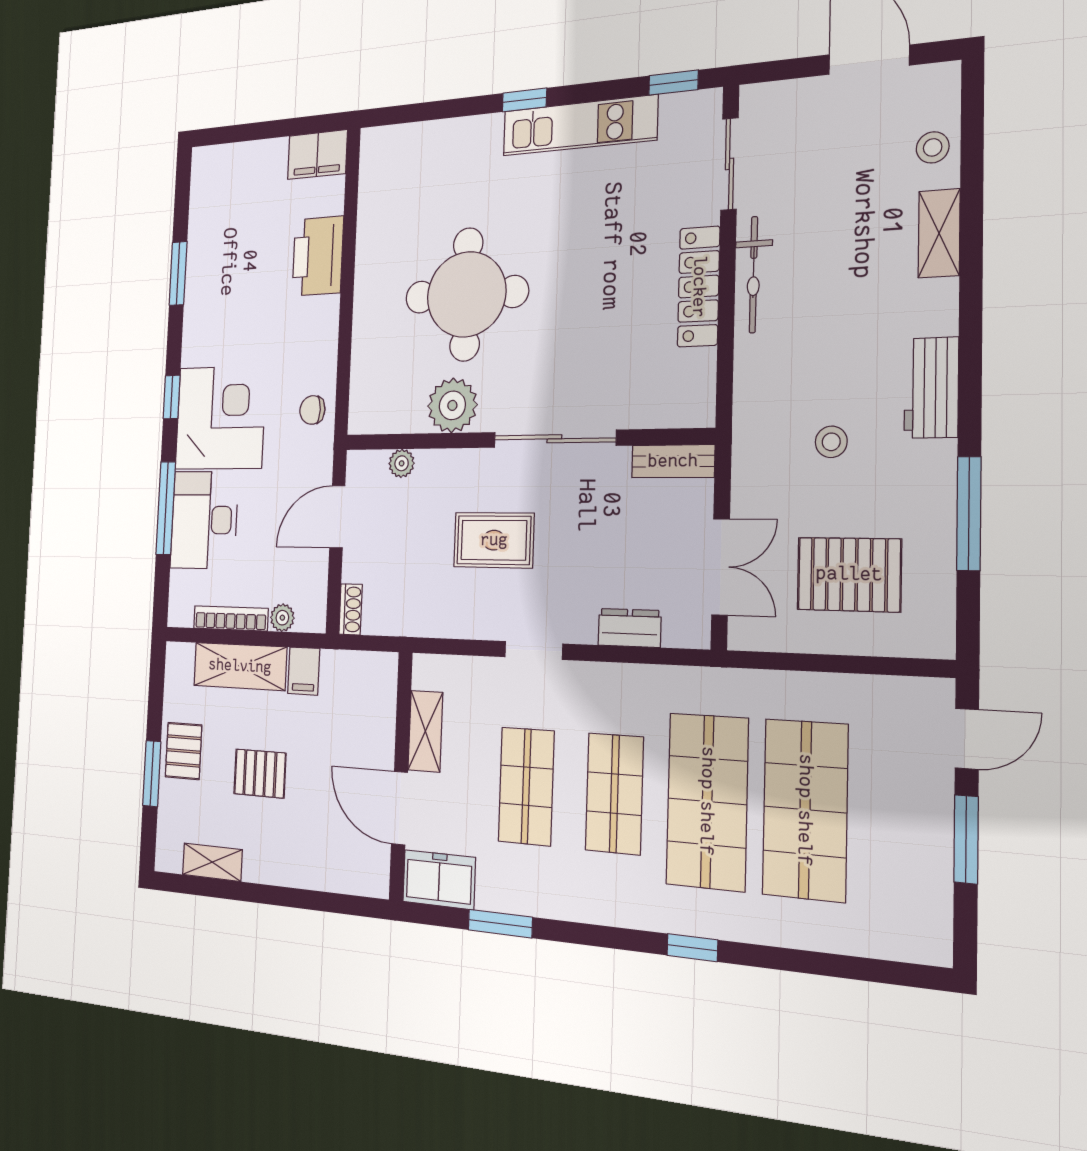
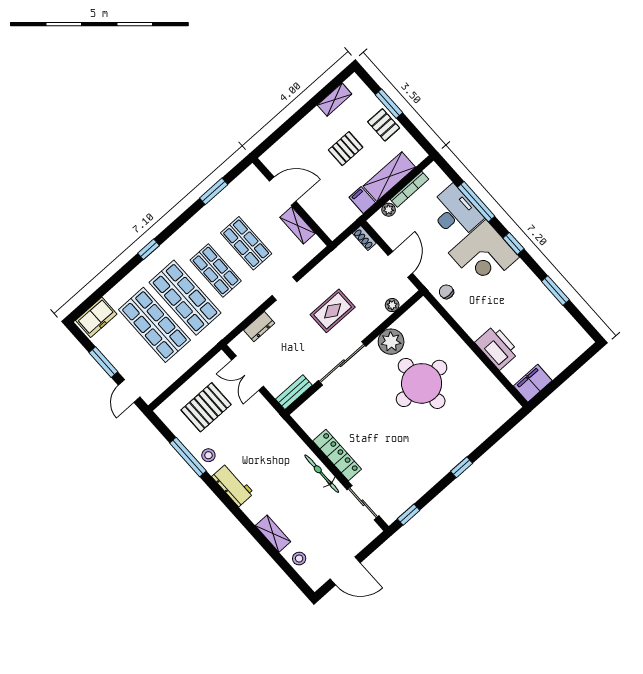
kitchen unit: (579, 126) -> (431, 474), removed
chair: (312, 410) -> (446, 292), turned -90
stool: (831, 442) -> (208, 455), moved
freezer: (439, 880) -> (96, 317), moved

